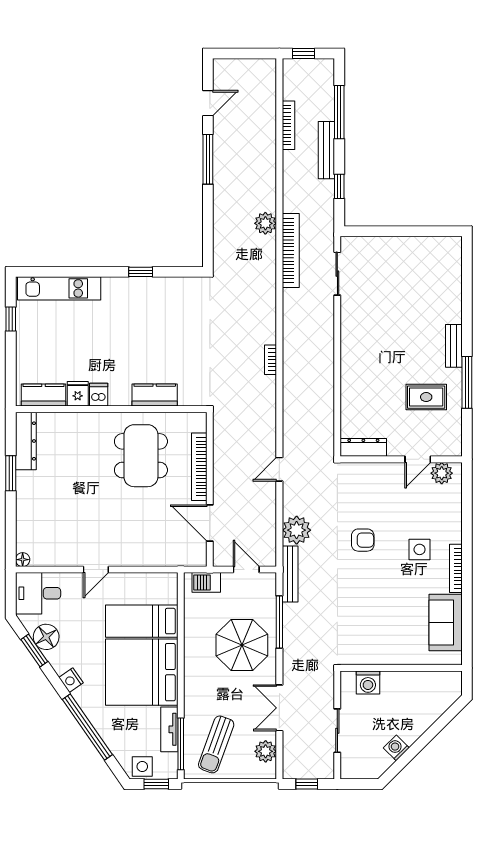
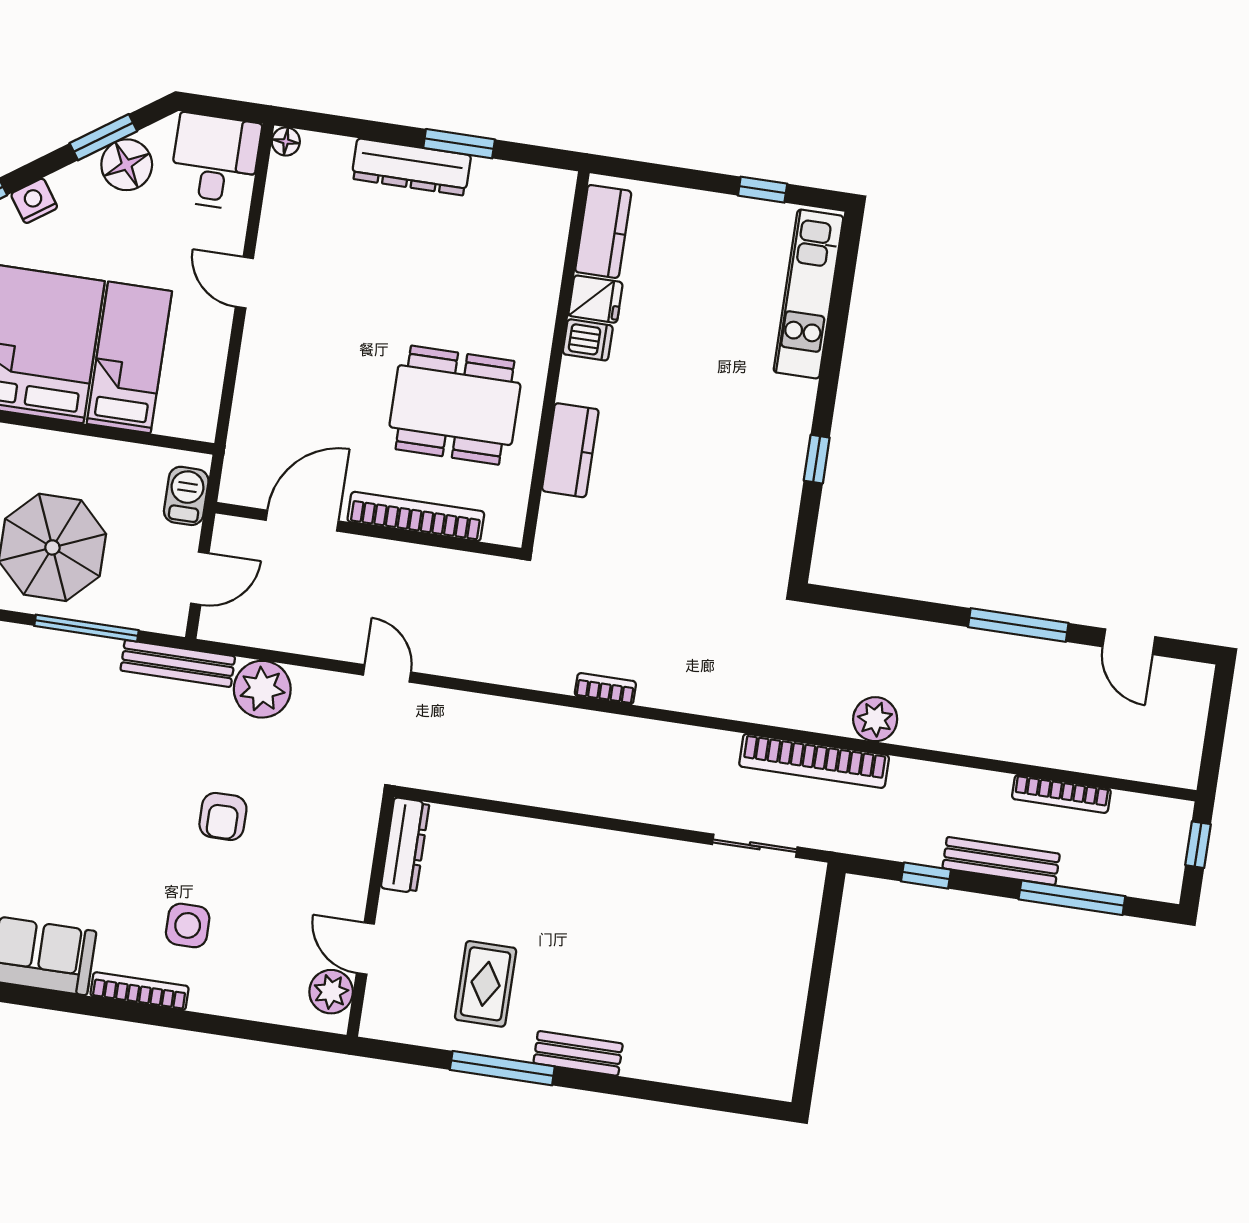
dresser: (26, 441) -> (411, 167), moved

